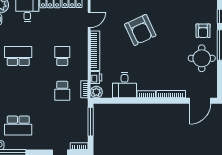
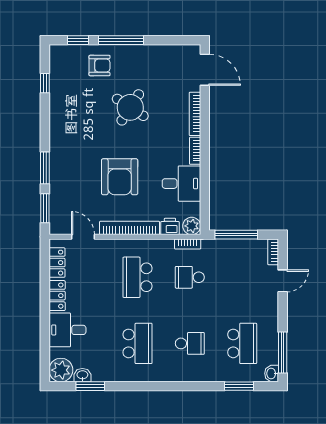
armchair: (140, 30) -> (120, 177), moved, turned 115
school desk: (18, 56) -> (138, 343), turned 180
school desk: (62, 56) -> (138, 277), width x1.85
round table: (202, 58) -> (130, 107), moved, turned 33
school desk: (18, 91) -> (190, 343), added
school desk: (62, 91) -> (190, 277), turned 180

